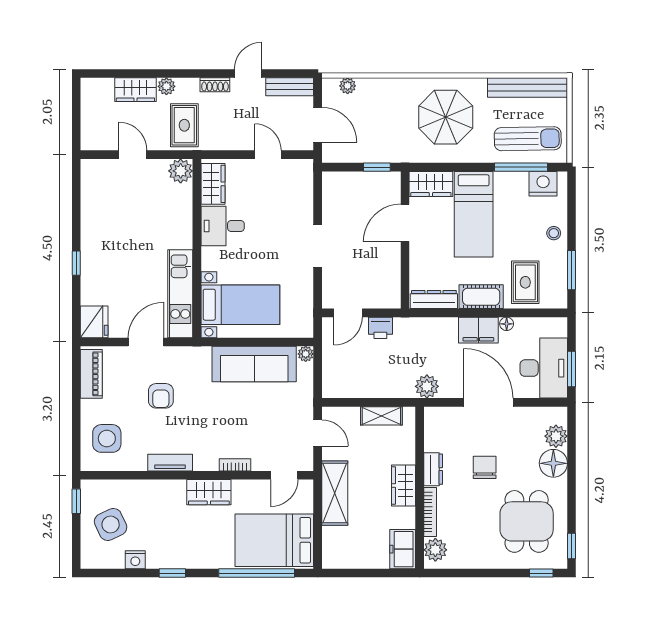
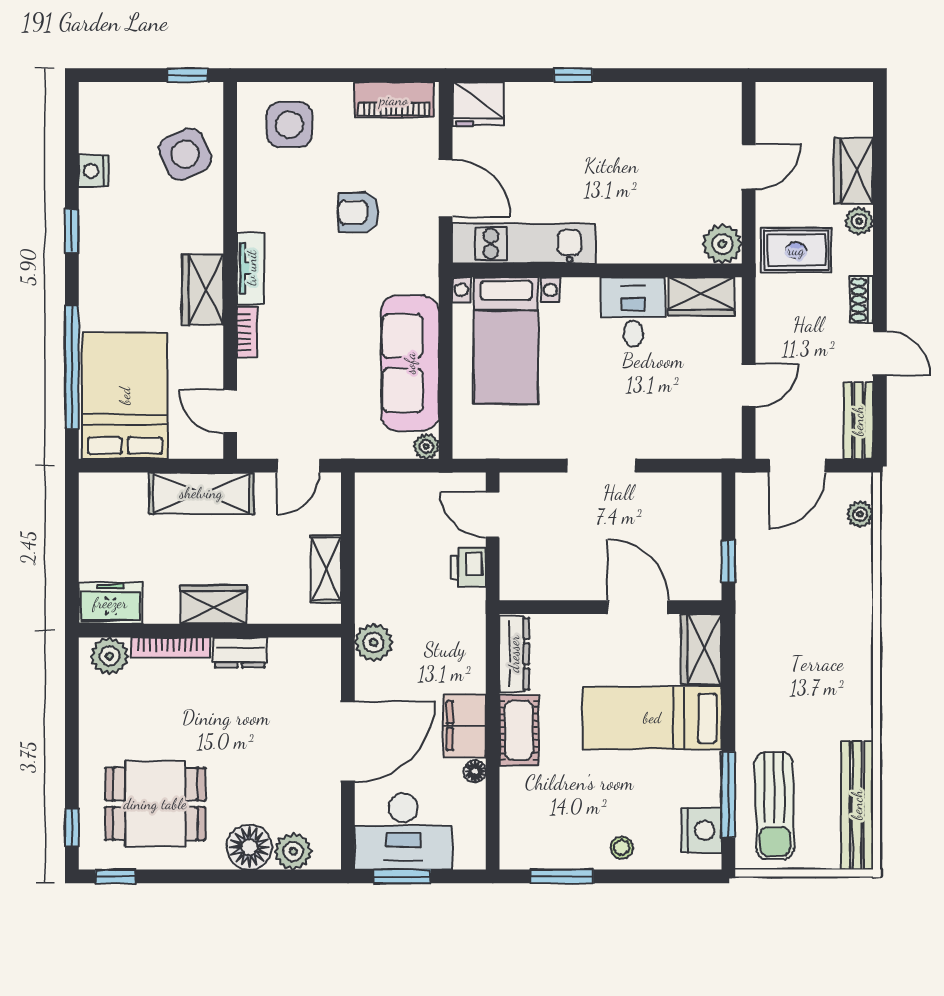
parasol: (446, 117) -> (809, 673), removed
rug: (525, 282) -> (542, 802), removed
tv unit: (170, 463) -> (251, 268), moved
chair: (485, 467) -> (243, 736), removed
side table: (111, 524) -> (185, 154), moved

